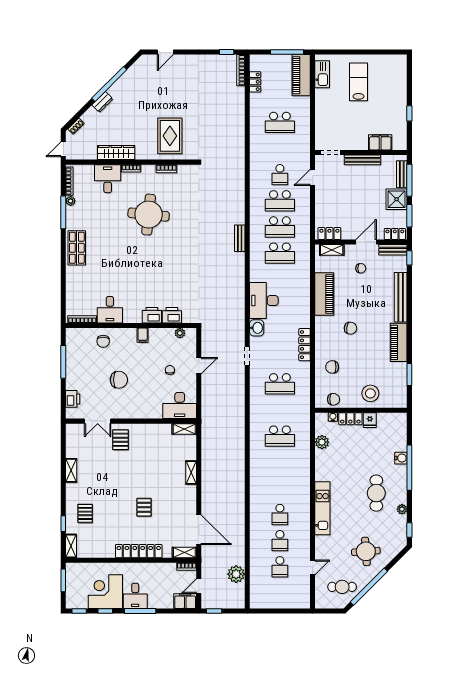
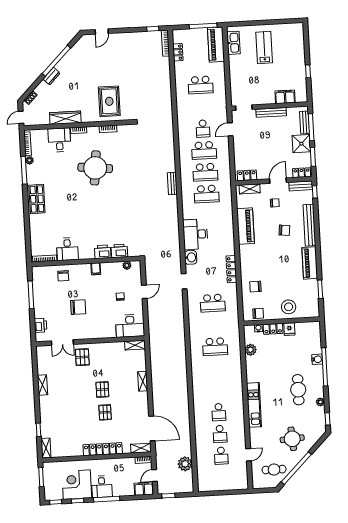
chair: (350, 328) -> (284, 230), moved
pallet: (85, 513) -> (102, 389), moved

